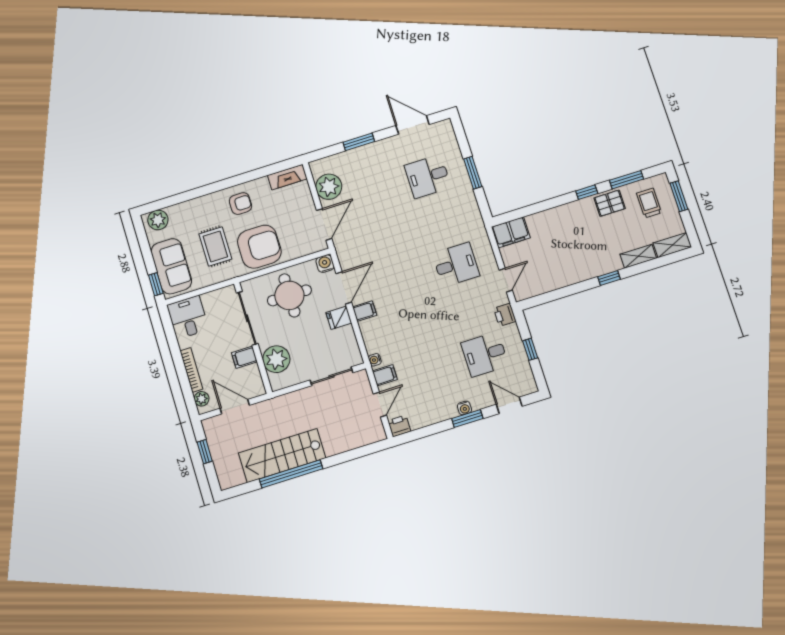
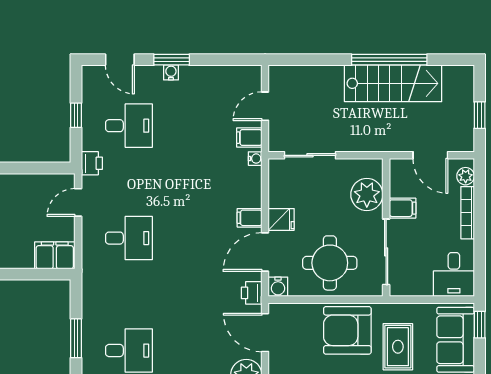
door: (324, 224) -> (265, 333), hinge flipped
desk: (456, 265) -> (129, 238), turned 180
printer: (399, 426) -> (252, 293), moved, turned 90

